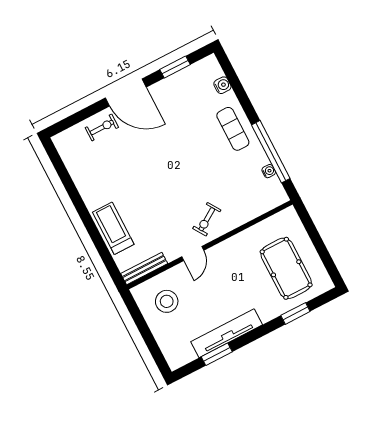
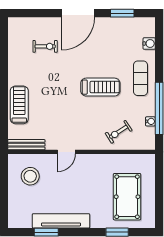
door: (126, 93) -> (78, 13), hinge flipped
exercise bike: (102, 127) -> (45, 46), moved
treadmill: (193, 162) -> (100, 87), added
exercise bike: (207, 219) -> (119, 132), moved

